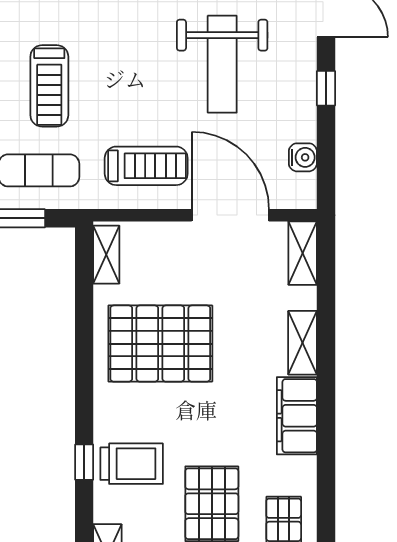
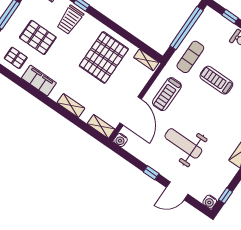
water cooler: (303, 157) -> (121, 140), moved
door: (230, 215) -> (131, 111), hinge flipped
filing cabinet: (297, 416) -> (39, 80), moved

